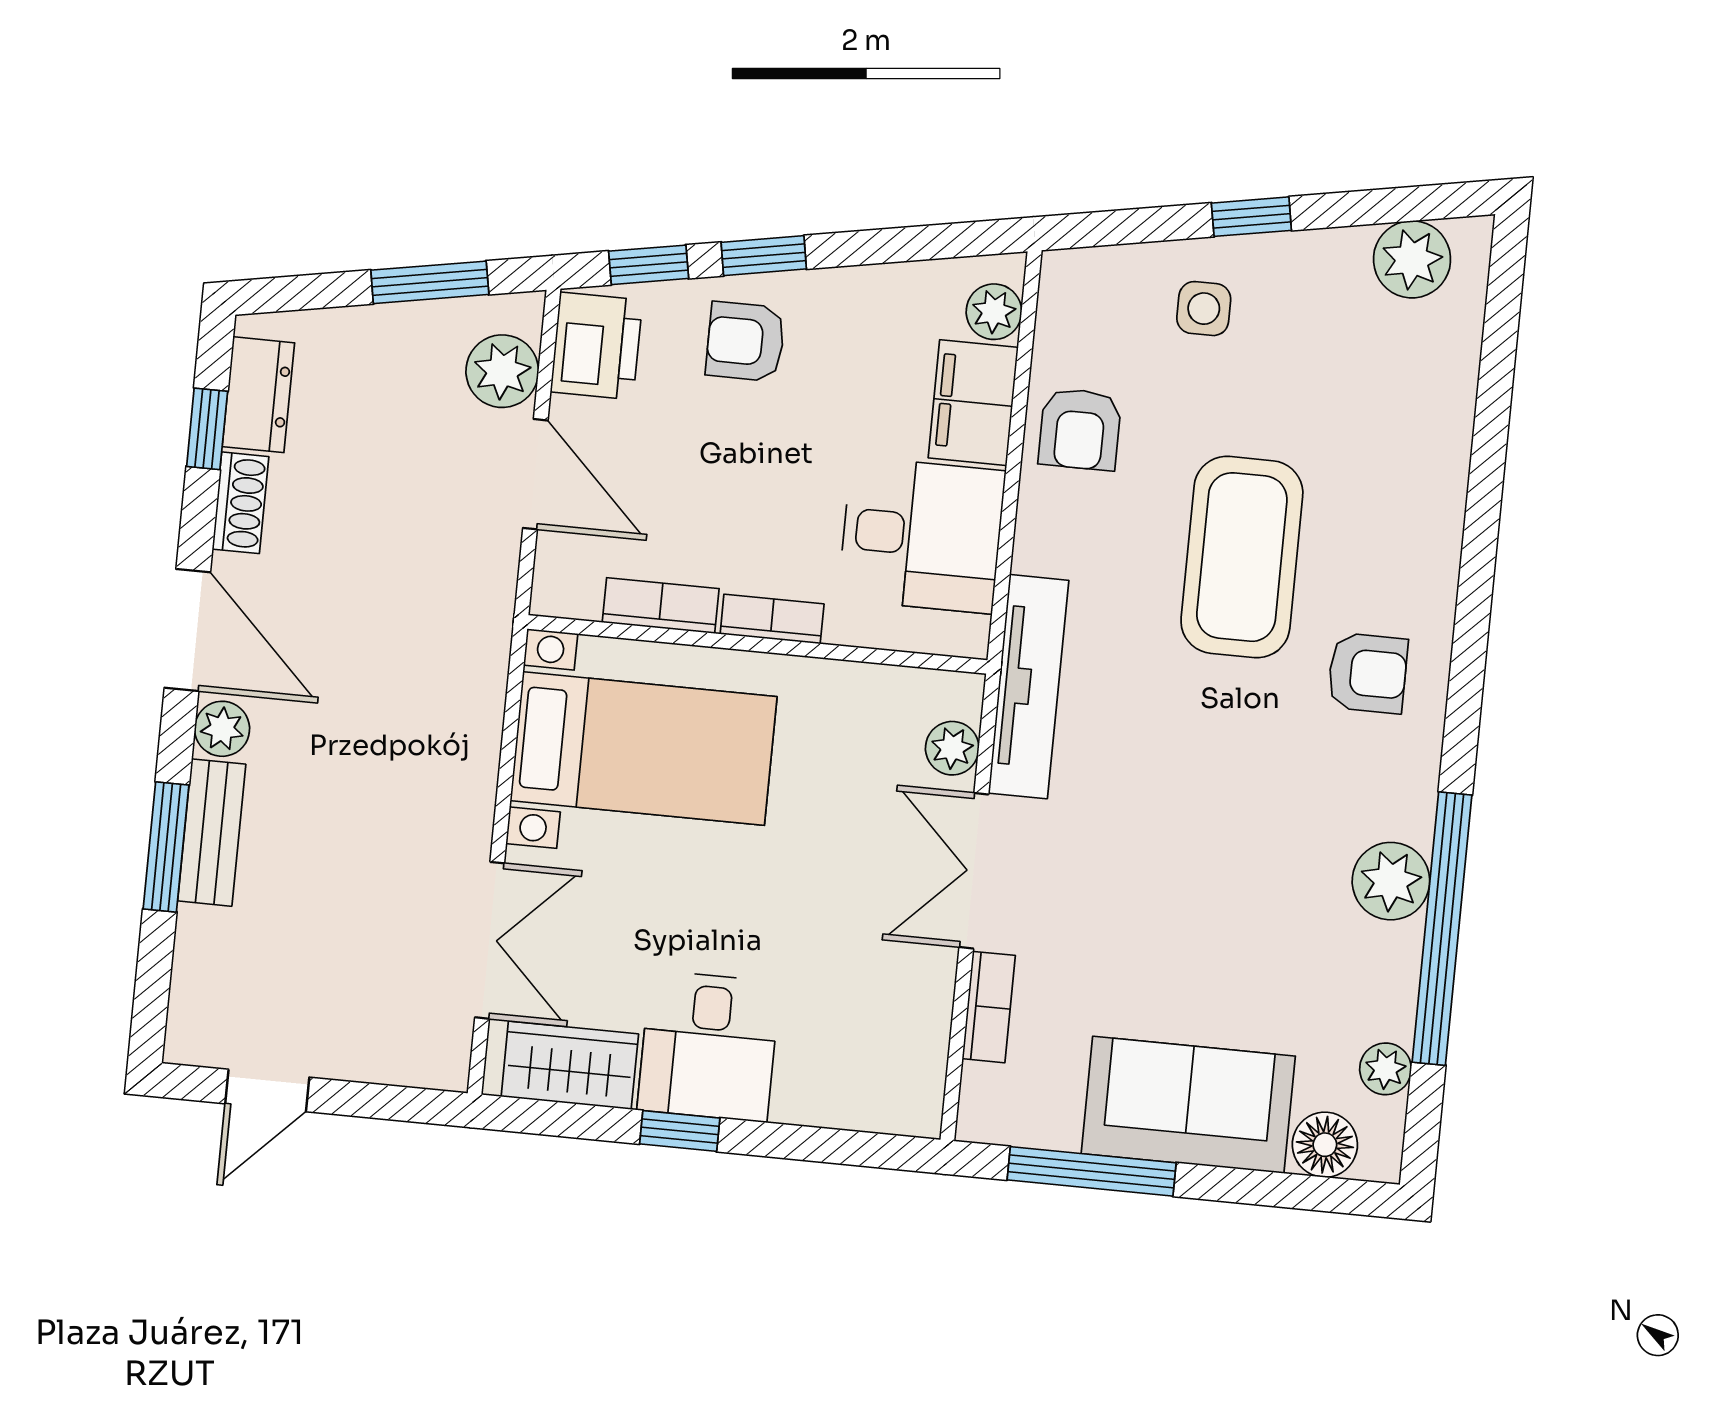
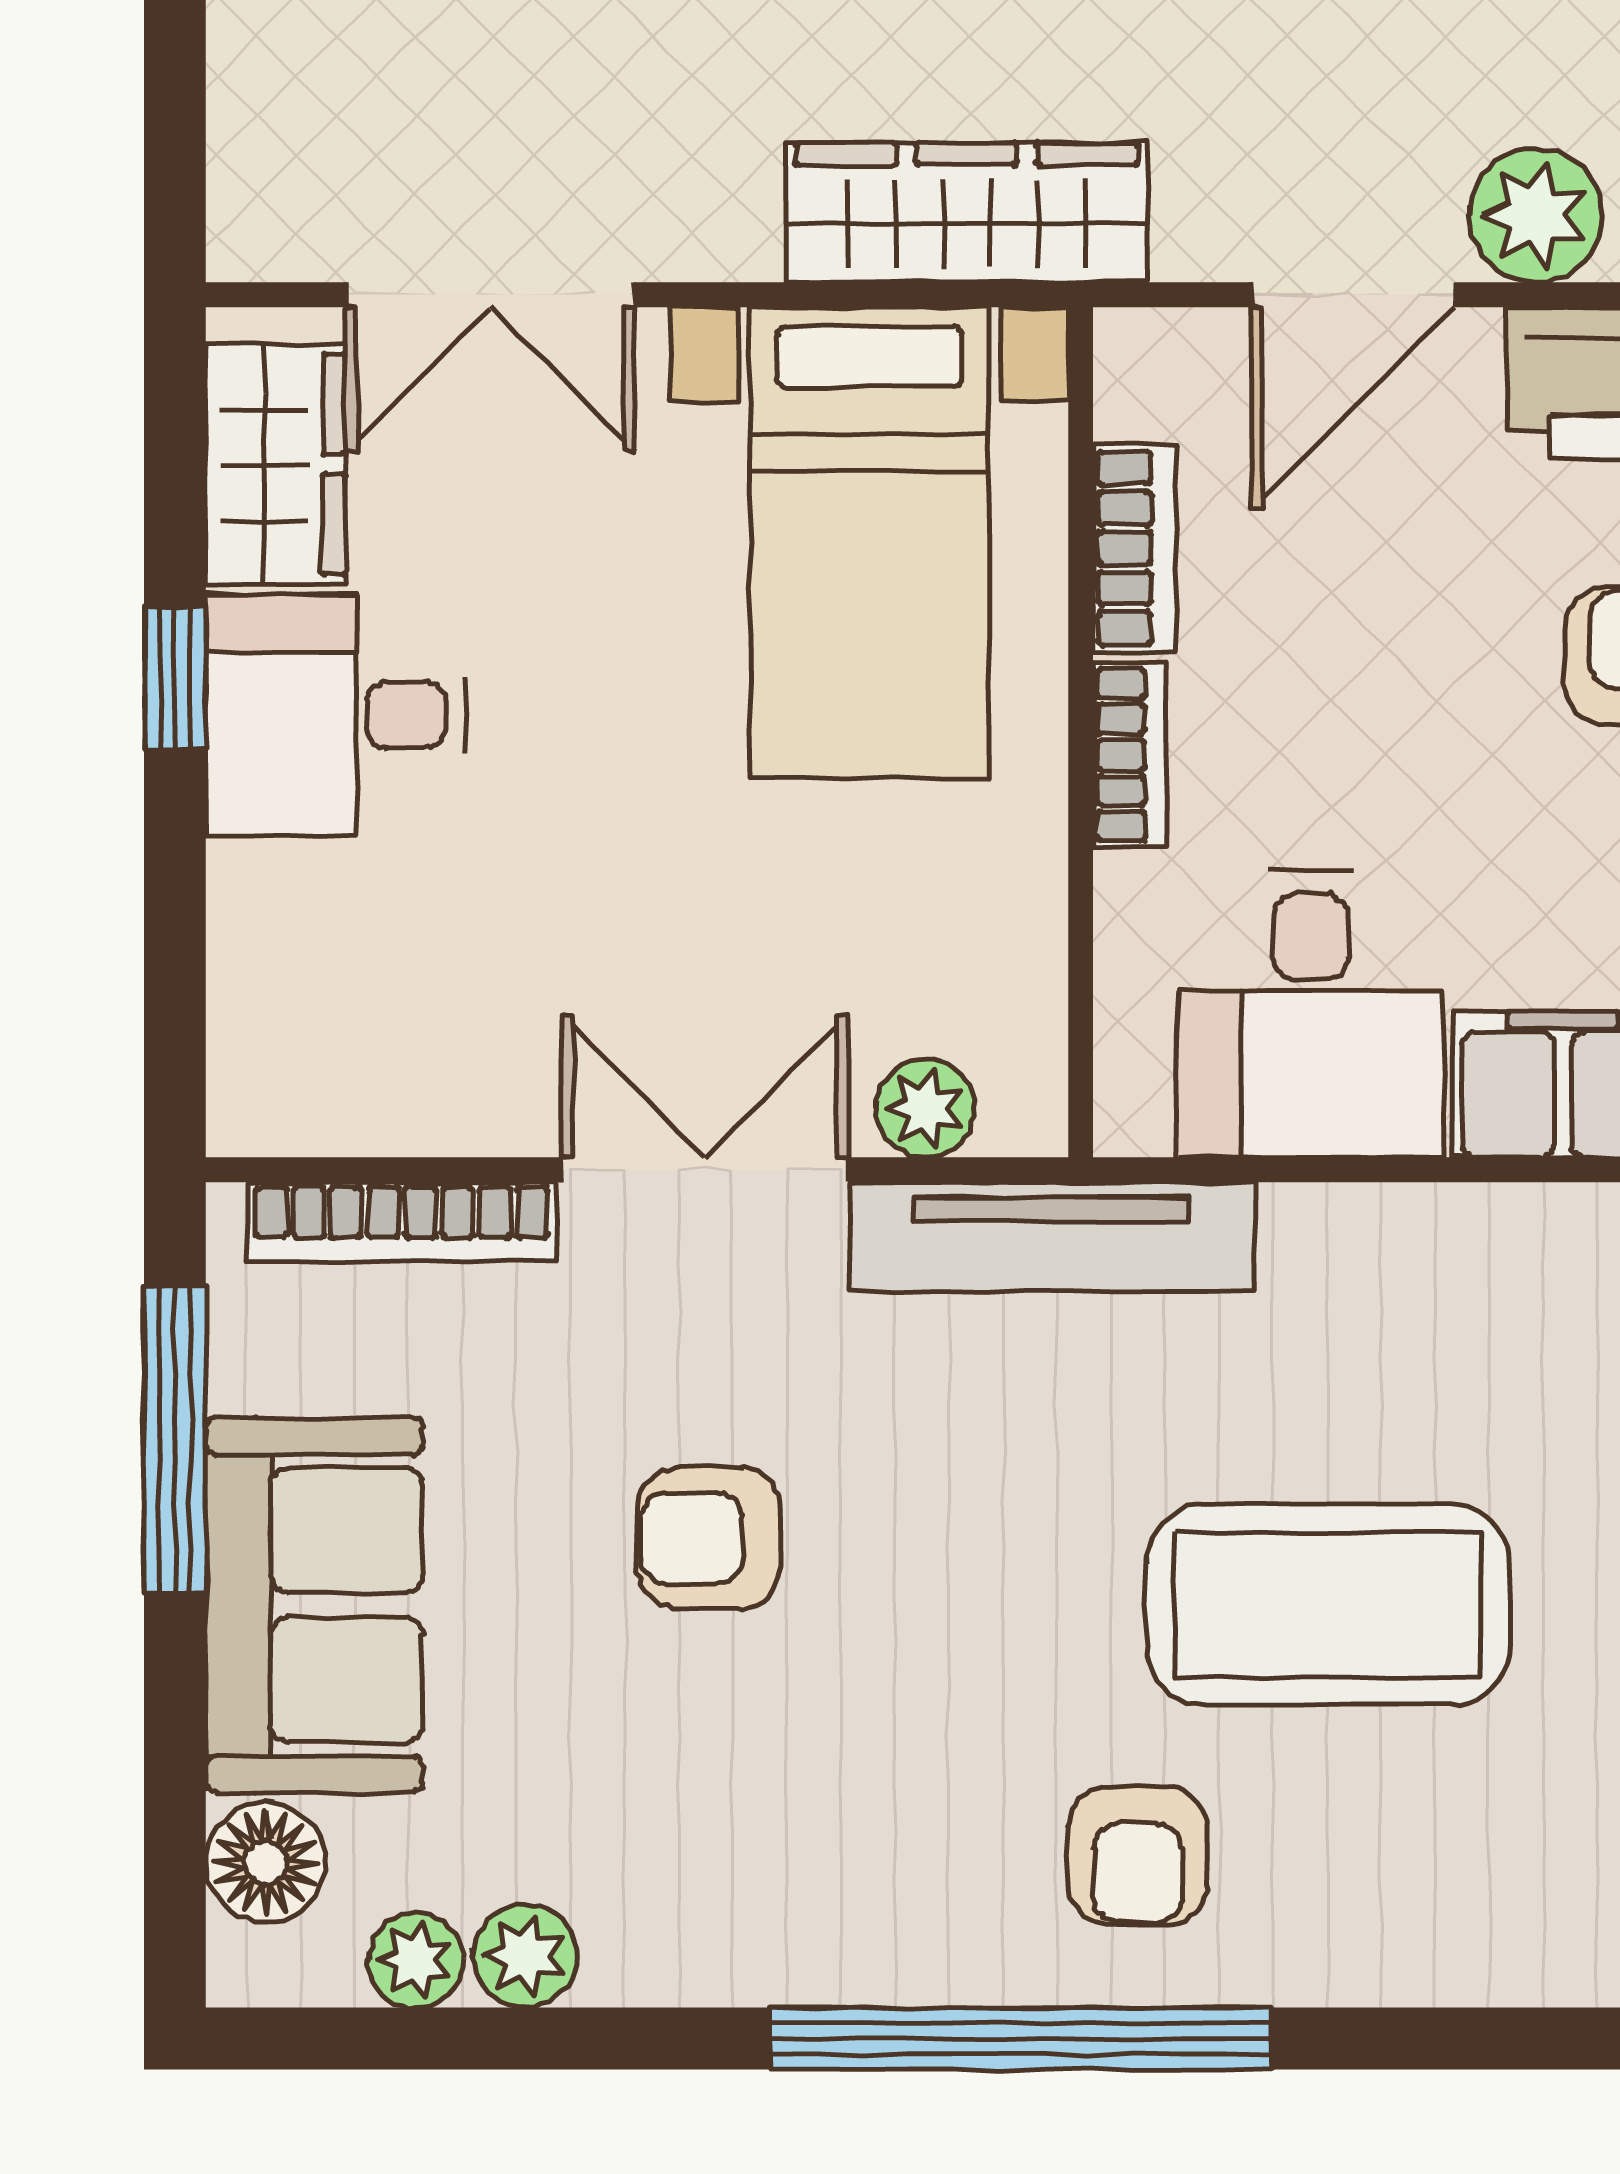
armchair: (1080, 429) -> (709, 1538), moved
wardrobe: (470, 678) -> (967, 213), added
plant: (1391, 881) -> (525, 1956), moved, width x0.73, depth x0.73
window: (1442, 929) -> (1021, 2038), moved
bookcase: (989, 1007) -> (402, 1222), width x1.56

